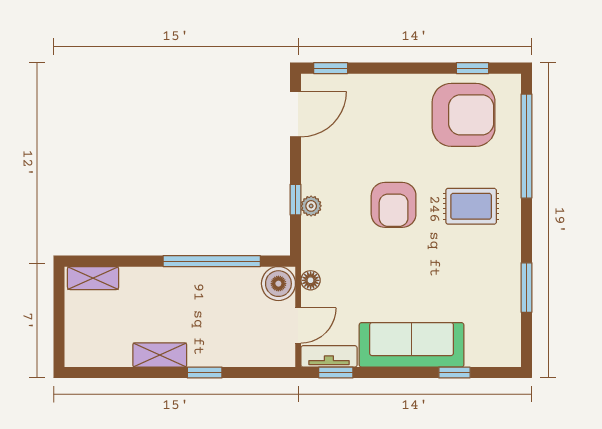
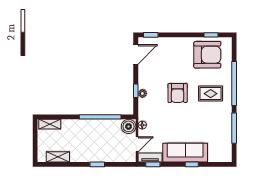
window: (527, 146) -> (234, 83), moved
window: (527, 288) -> (234, 128), width x1.44
shelving: (160, 355) -> (58, 157), moved
window: (454, 373) -> (192, 164), moved

